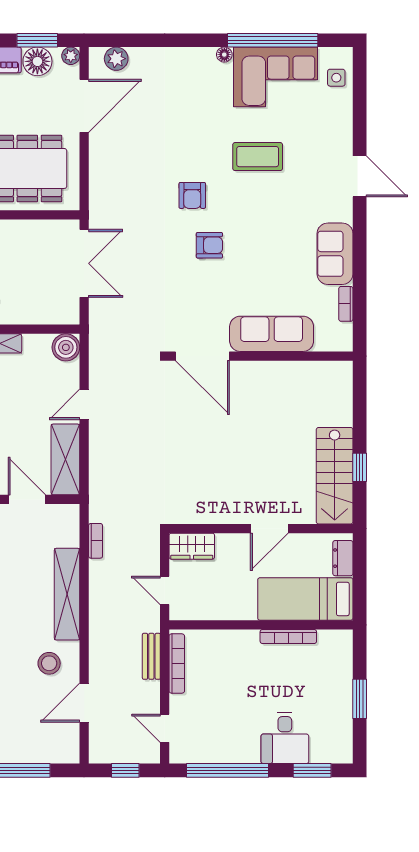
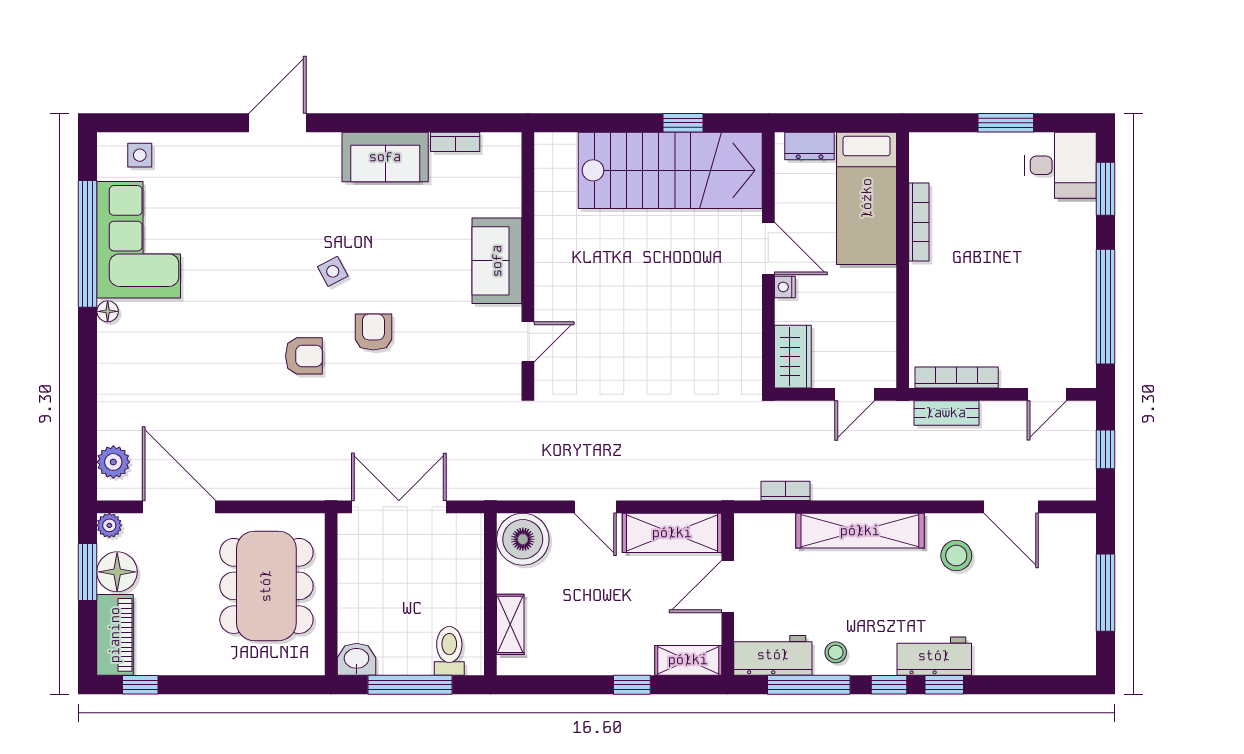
coffee table: (258, 157) -> (250, 265), removed
side table: (253, 216) -> (333, 271), added
sofa: (272, 334) -> (497, 261), width x0.73
boiler: (66, 347) -> (523, 539), width x1.37, depth x1.37
door: (202, 356) -> (528, 342), width x0.53
stairs: (335, 476) -> (670, 170), width x1.36, depth x1.51
nightstand: (242, 540) -> (785, 287), added
desk: (285, 738) -> (1060, 165), moved

